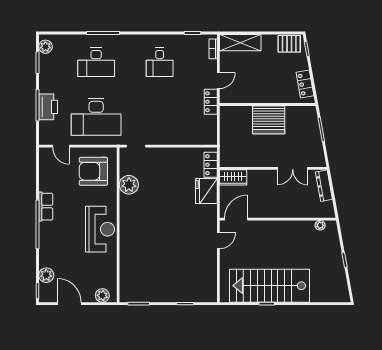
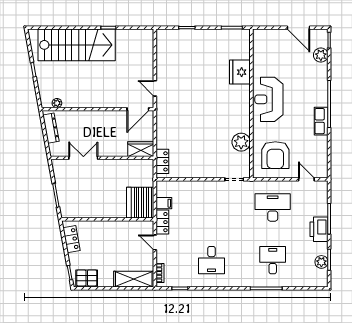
plant: (45, 47) -> (321, 262), moved
desk: (96, 62) -> (273, 260), width x0.73
desk: (160, 62) -> (211, 260), turned 180
door: (218, 81) -> (155, 242), hinge flipped
printer: (48, 107) -> (319, 229), moved
desk: (96, 117) -> (273, 208), width x0.73, depth x0.77
server rack: (269, 120) -> (140, 203), moved, turned -90
filing cabinet: (209, 121) -> (164, 203), added
armchair: (93, 171) -> (275, 155), turned 90
dresser: (324, 186) -> (51, 128), moved
fridge: (206, 191) -> (240, 72), moved, turned 180
door: (218, 241) -> (155, 88), hinge flipped
stairs: (269, 286) -> (77, 45), moved
plant: (102, 295) -> (267, 35), removed

